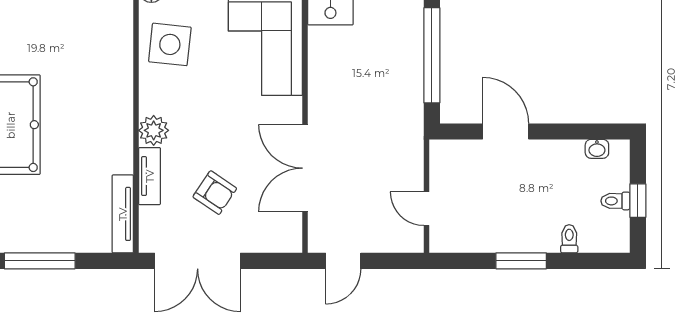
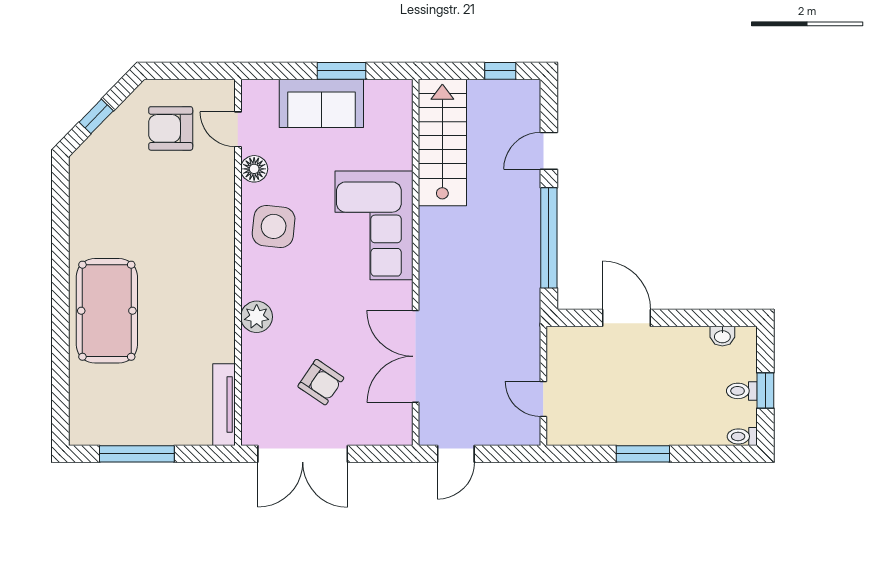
tv unit: (150, 176) -> (252, 365), removed
toilet: (569, 239) -> (742, 436), moved, turned -90

